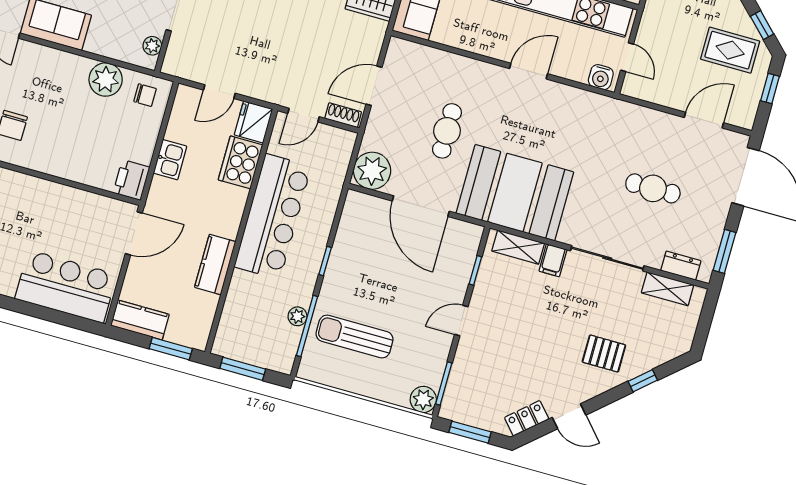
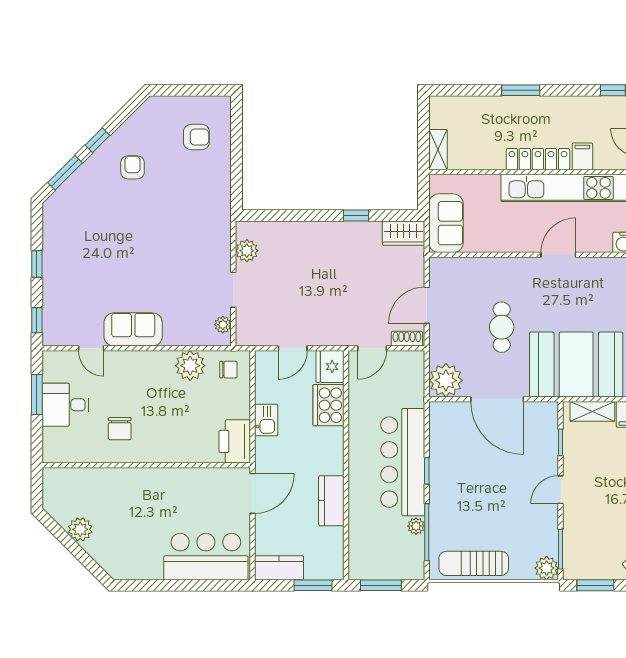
printer: (131, 180) -> (235, 441), width x1.37, depth x1.19
bar counter: (273, 216) -> (403, 462), moved, turned 180
sun lounger: (355, 337) -> (474, 563), moved

